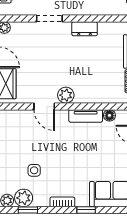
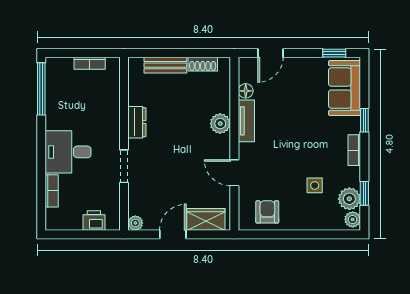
plant: (66, 95) -> (220, 124), moved
door: (44, 106) -> (234, 173), swing flipped
armchair: (13, 133) -> (267, 212), added

